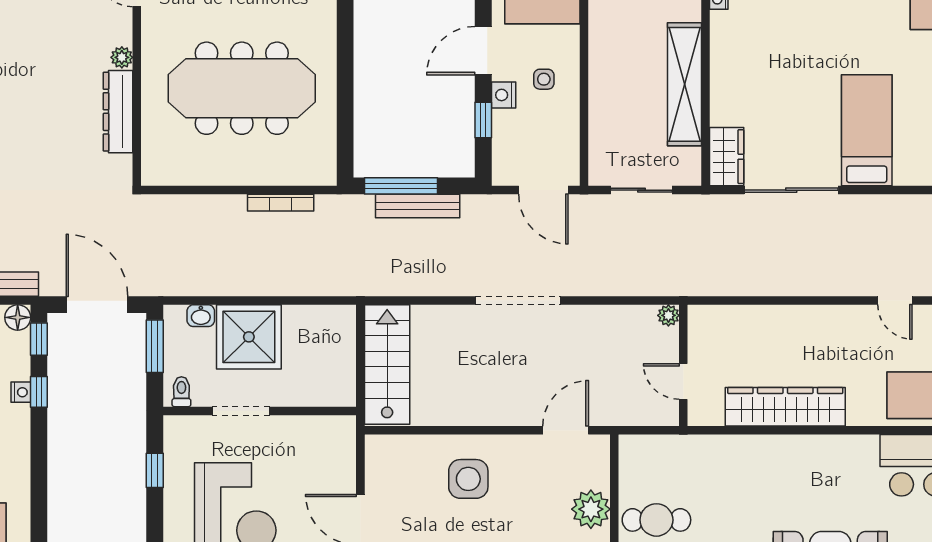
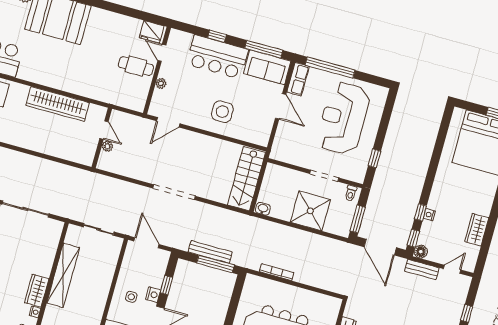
wardrobe: (727, 157) -> (37, 291), moved
plant: (668, 315) -> (107, 146), moved
washbasin: (201, 316) -> (263, 209), moved
plant: (591, 509) -> (161, 83), width x0.53, depth x0.53

